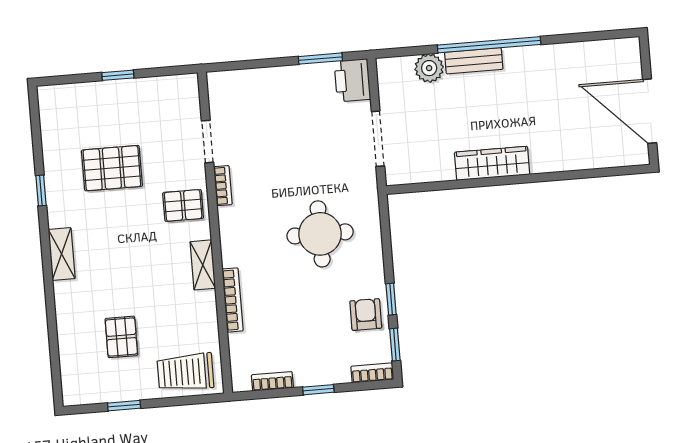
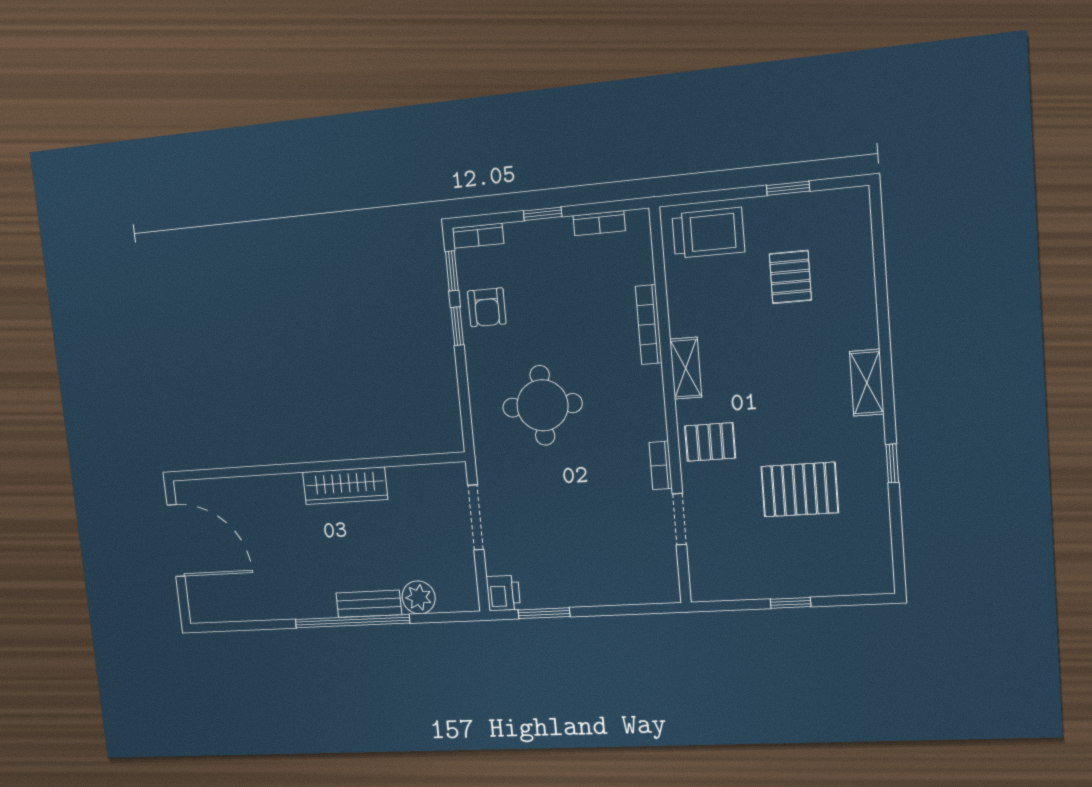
printer: (352, 80) -> (503, 593), width x0.73, depth x0.81

